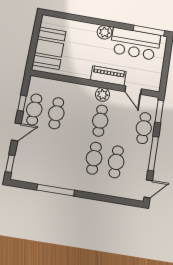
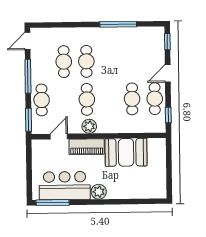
booth: (49, 48) -> (126, 152), moved, turned 90
door: (133, 90) -> (59, 137), hinge flipped
window: (22, 103) -> (168, 115), moved

